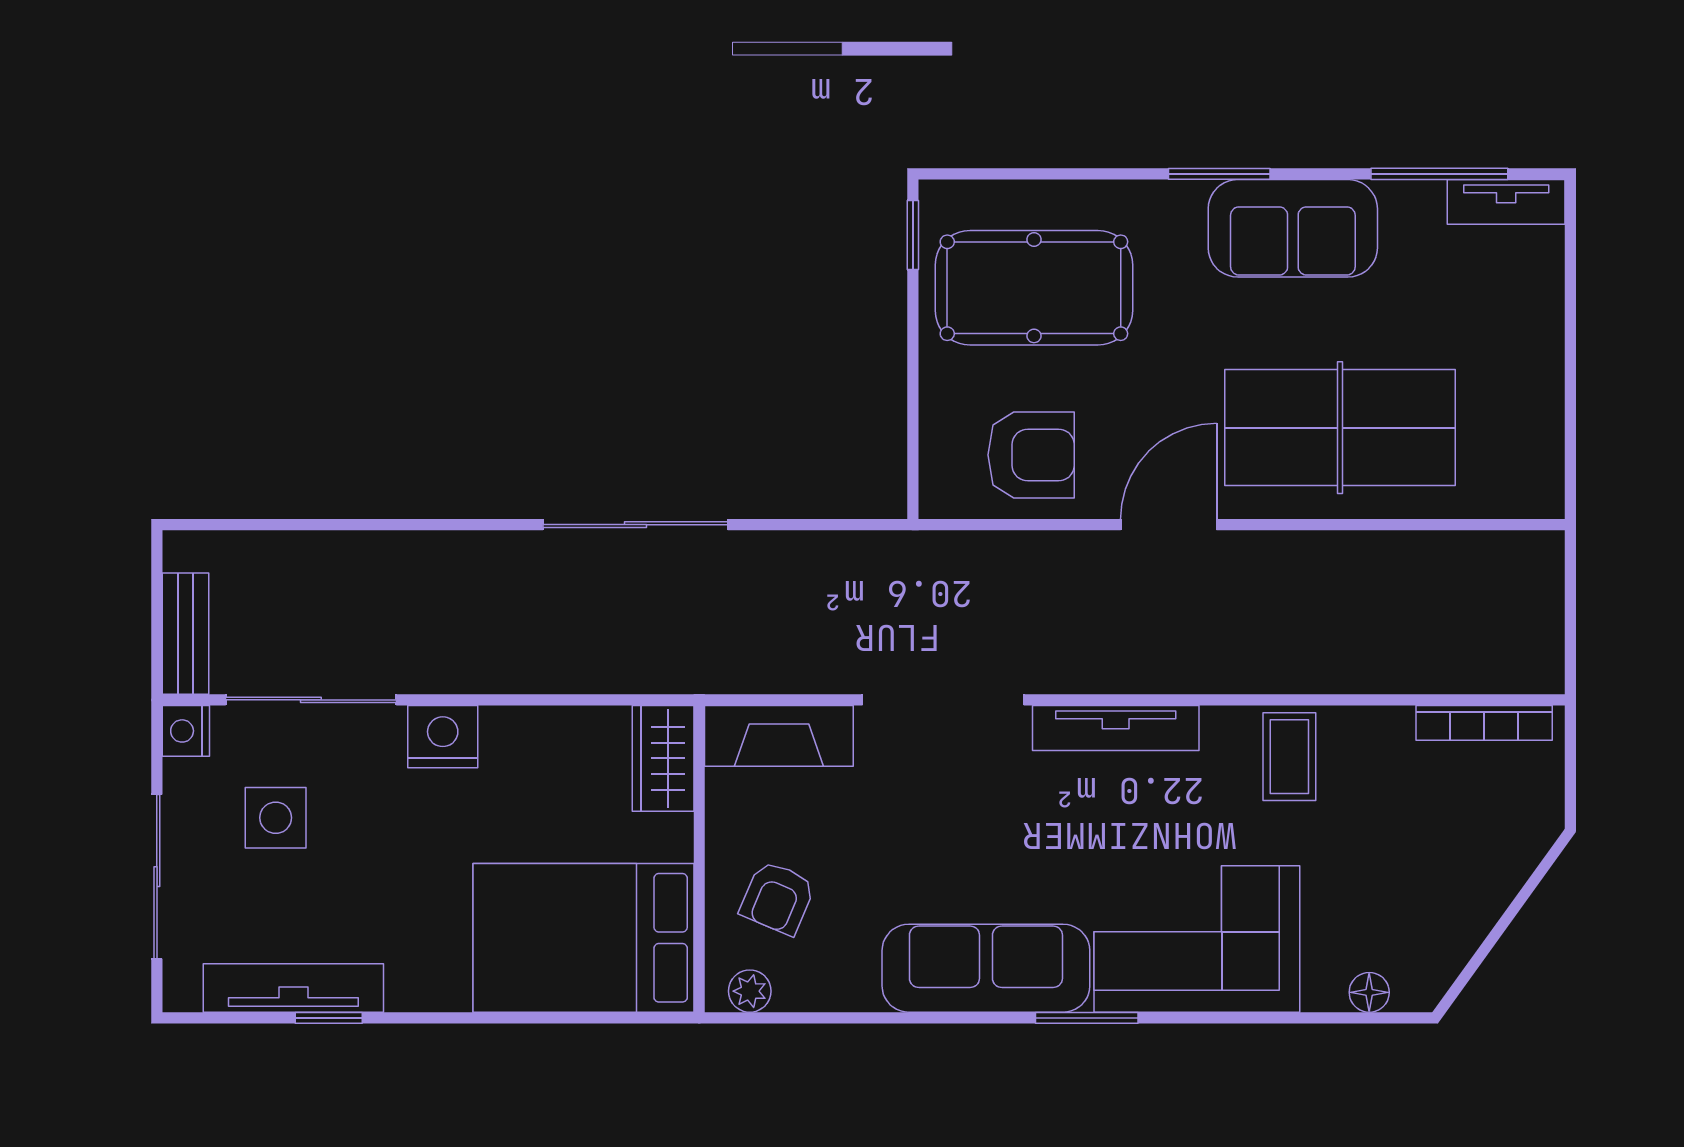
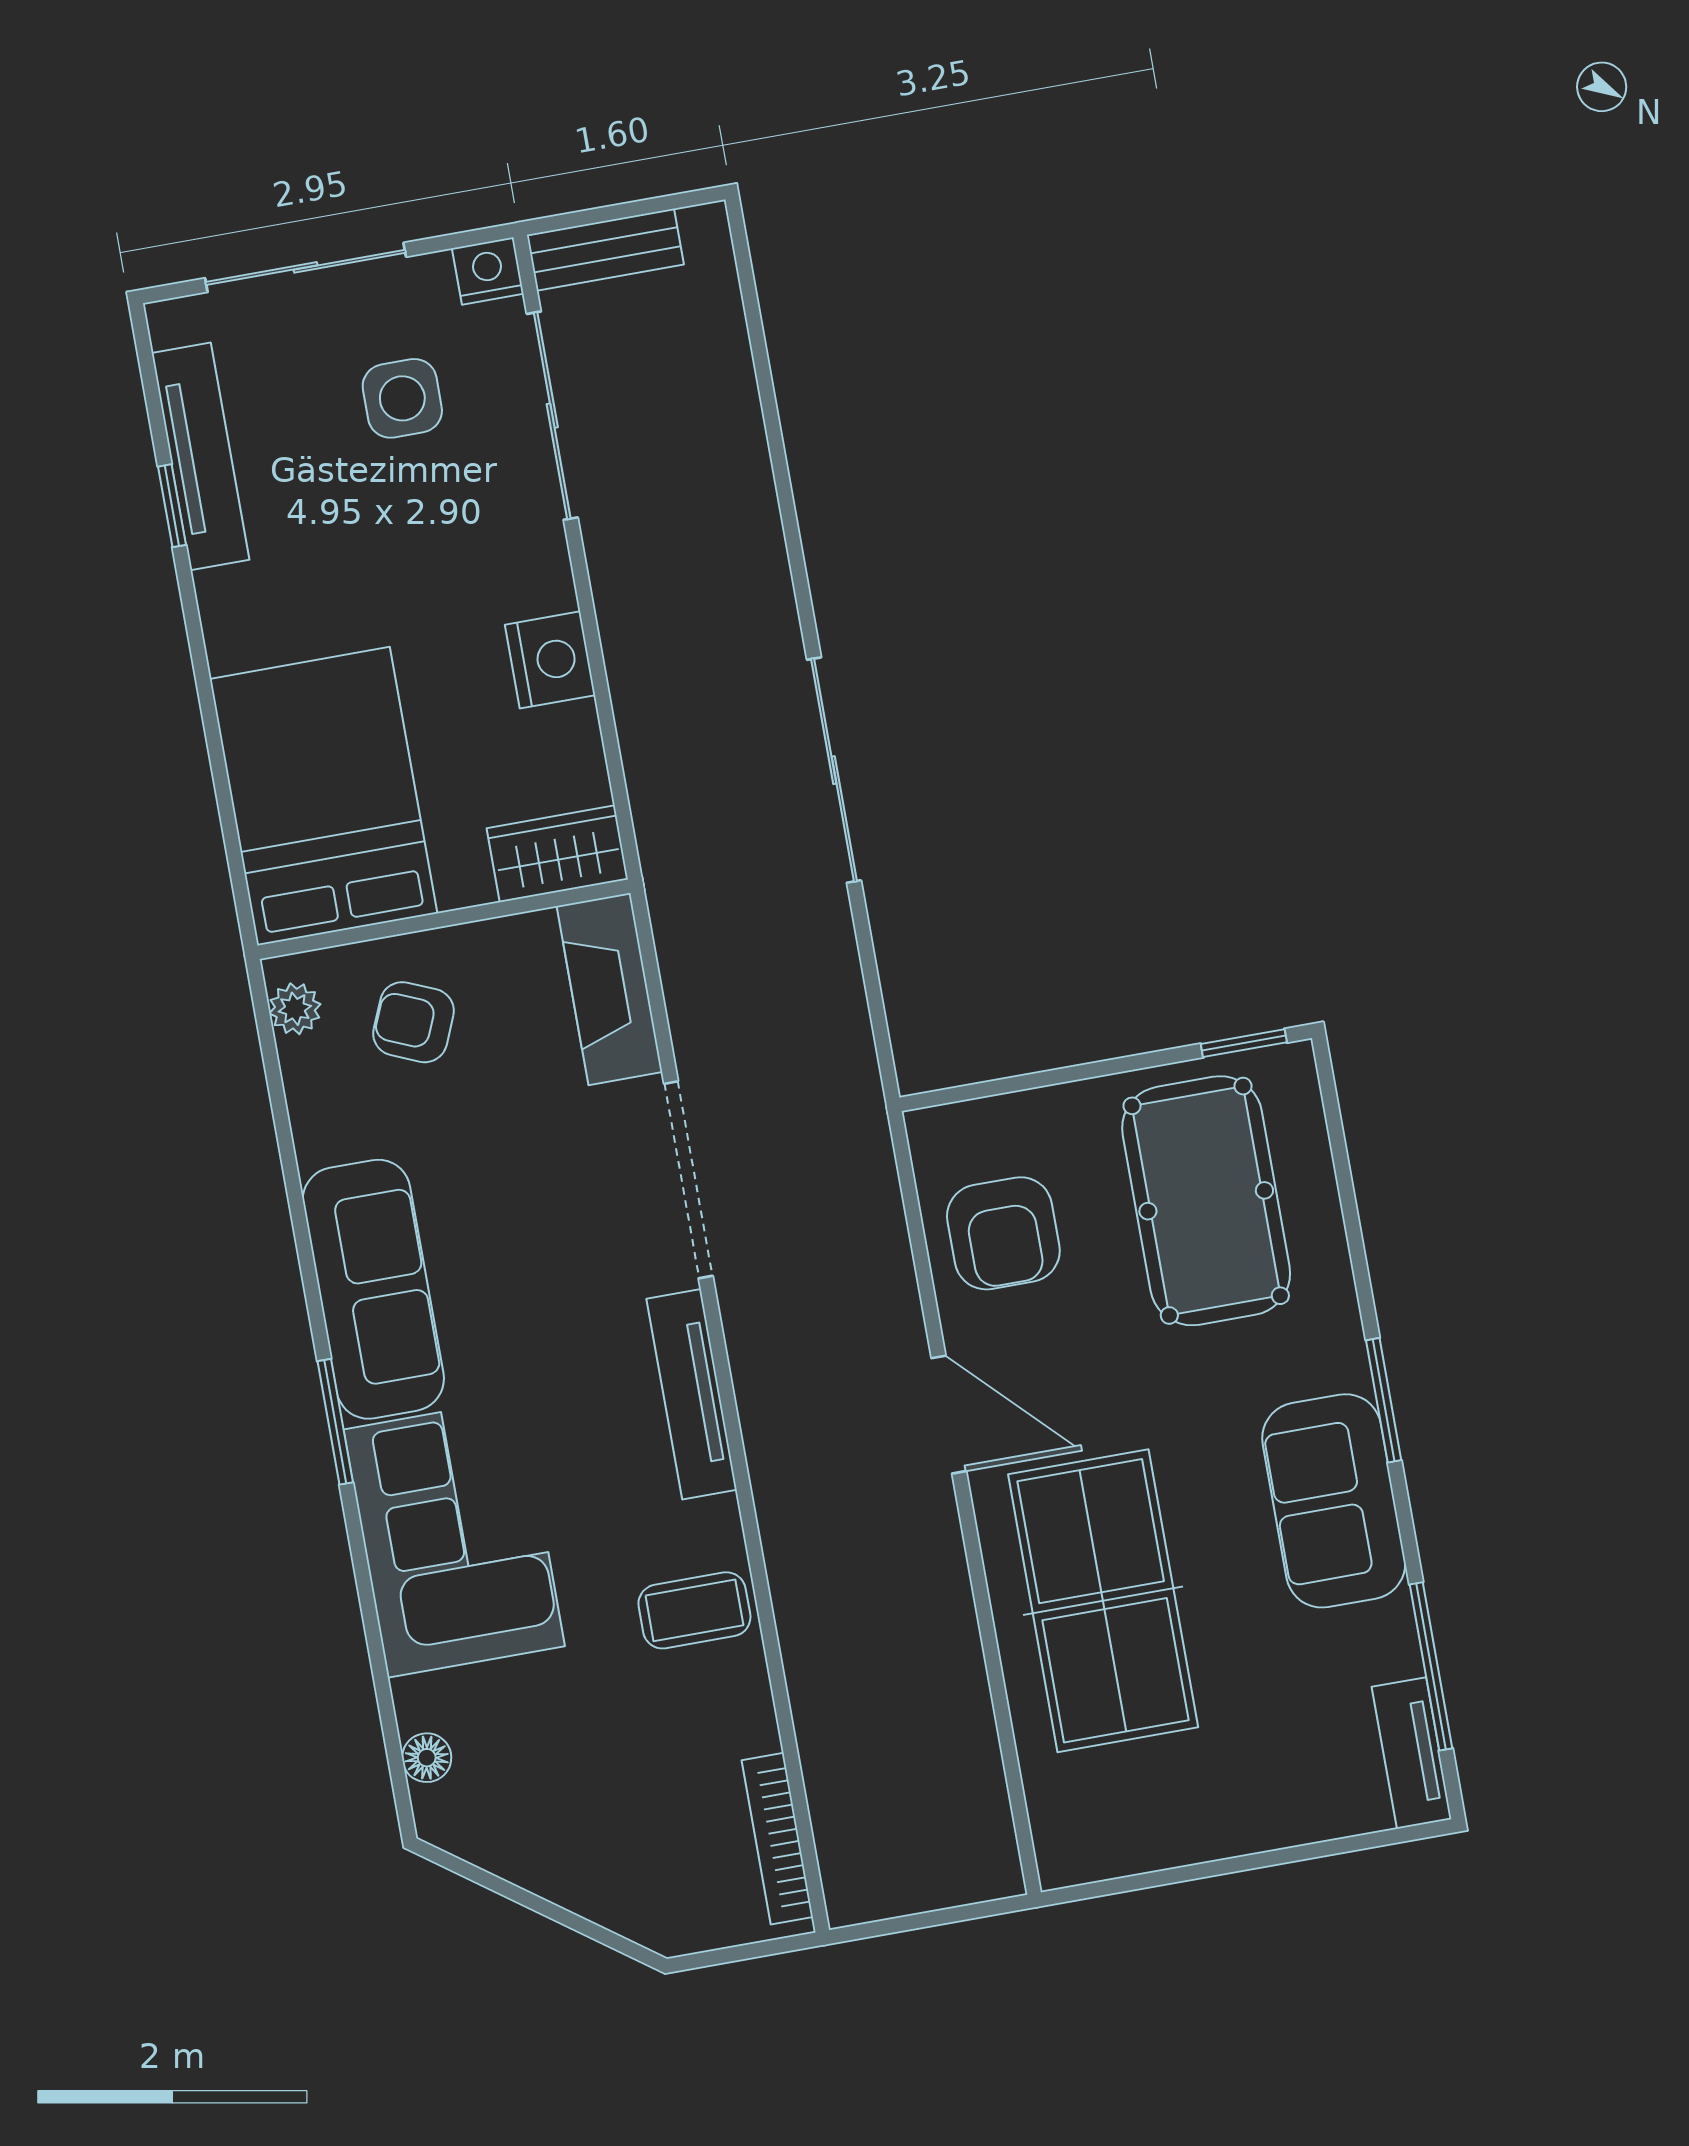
nightstand: (443, 737) -> (550, 660), moved

